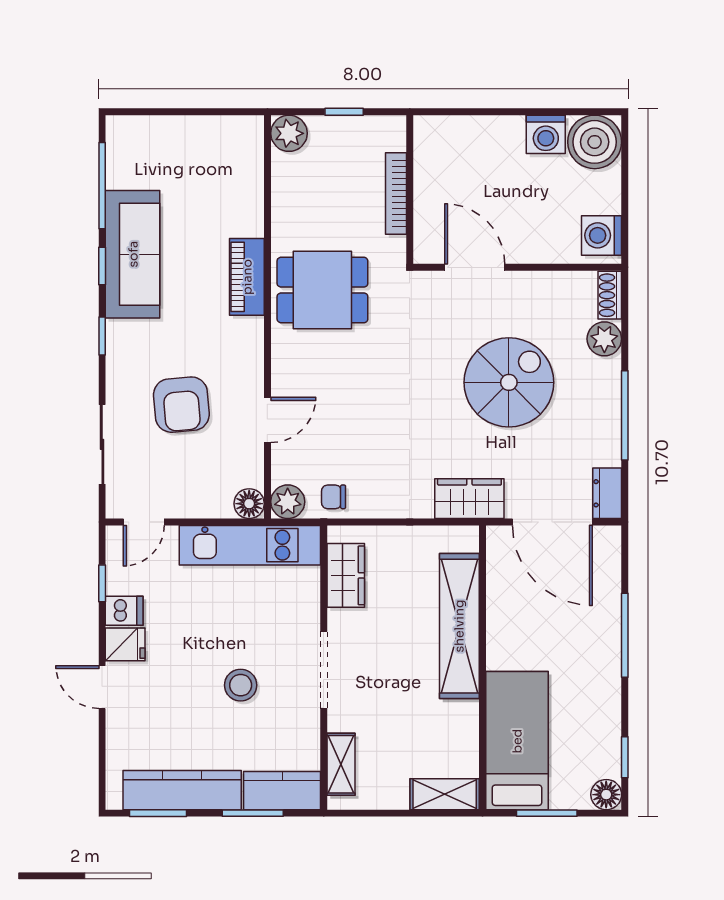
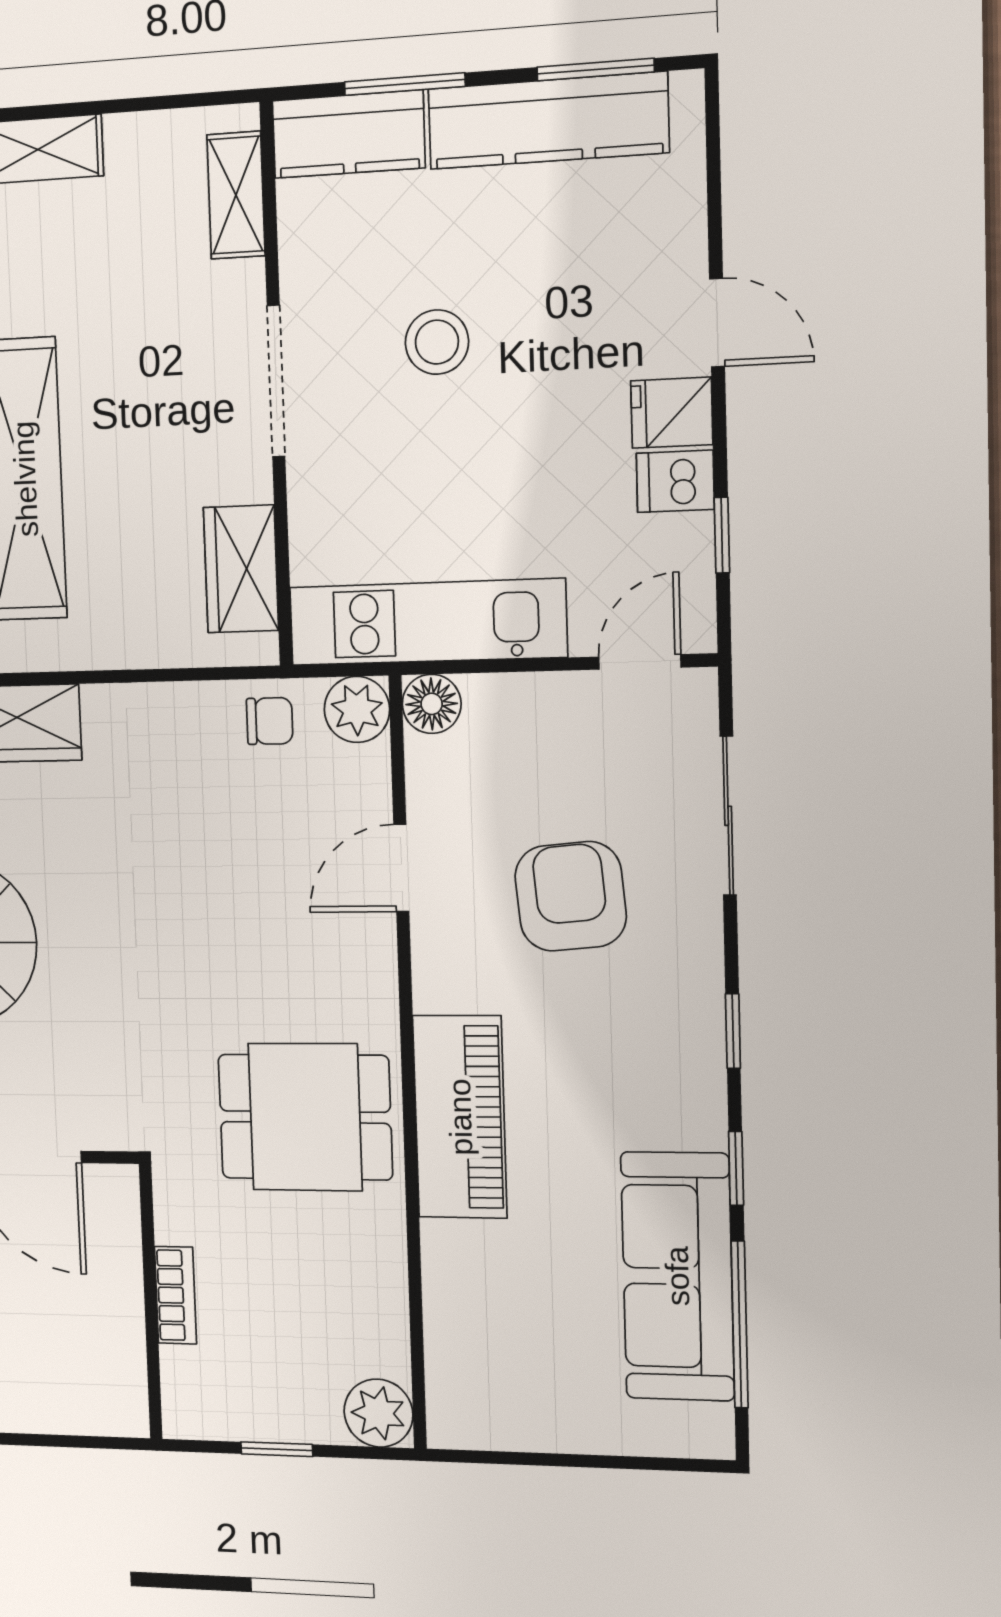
bookcase: (396, 193) -> (176, 1295), width x0.64
sofa: (133, 254) -> (677, 1276), moved
piano: (247, 277) -> (460, 1117), width x1.37, depth x1.33

